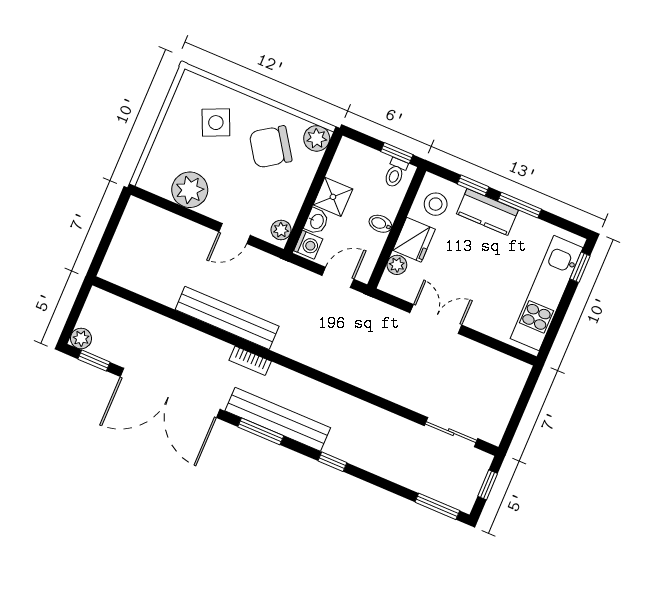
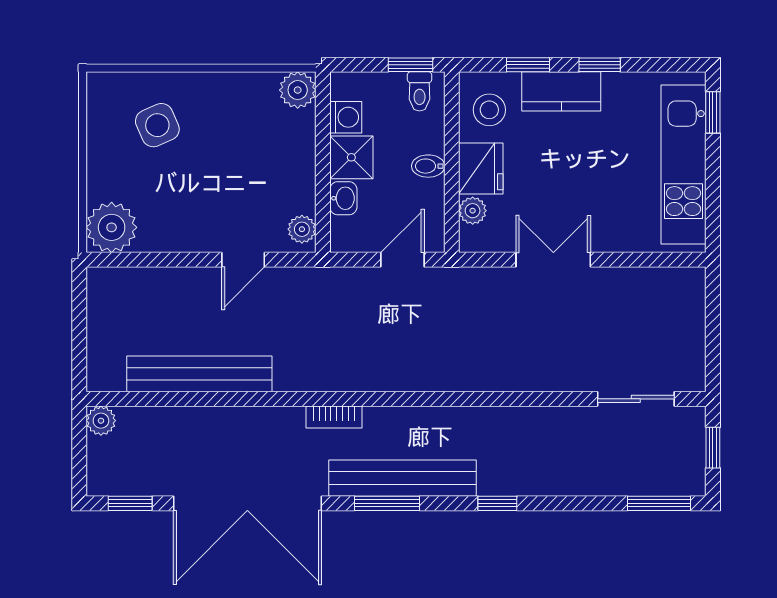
chair: (271, 147) -> (242, 126), removed
plant: (190, 190) -> (112, 227), moved
window: (520, 205) -> (600, 65), width x0.67
washing machine: (308, 245) -> (346, 117), moved
bench: (227, 318) -> (199, 374), moved
plant: (81, 338) -> (101, 421), moved

